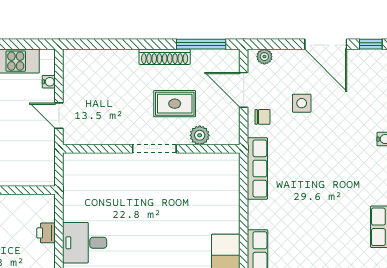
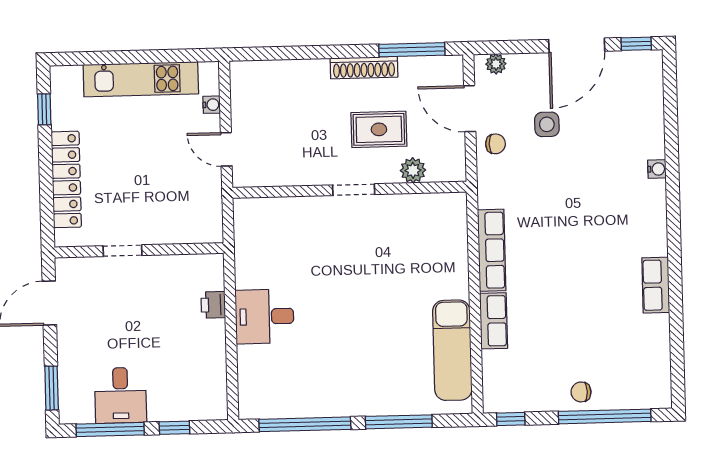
door: (326, 44) -> (577, 45), hinge flipped
doorway: (154, 149) -> (354, 190), width x0.73
row of seats: (257, 169) -> (492, 250), moved

